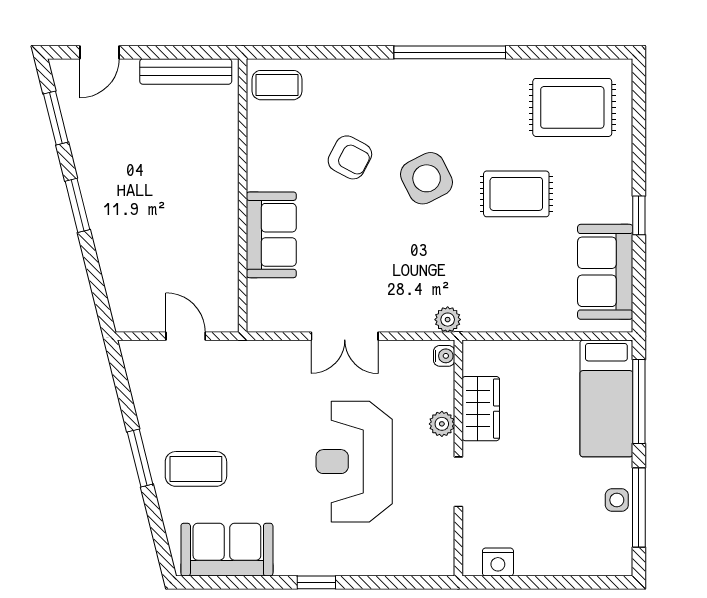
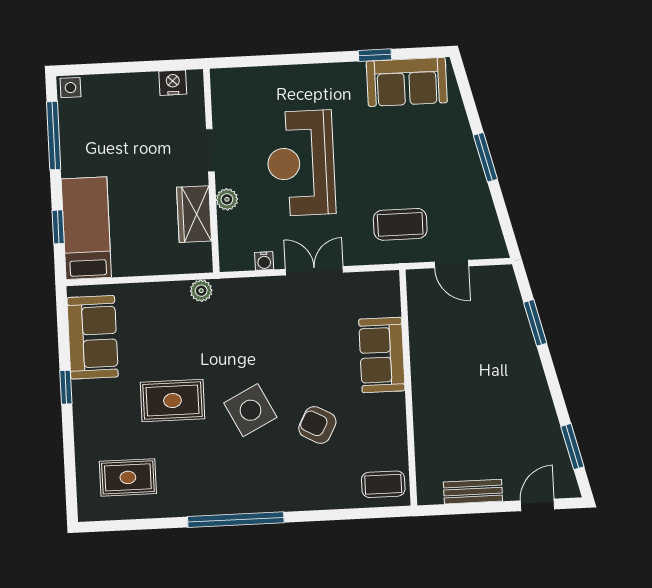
bench: (186, 72) -> (473, 492), width x0.73
rug: (572, 107) -> (128, 477), width x0.73, depth x0.70
window: (77, 205) -> (535, 323), moved
plant: (448, 320) -> (201, 291), moved
water cooler: (444, 356) -> (264, 261), moved, turned -90
window: (639, 402) -> (58, 227), width x0.46
reception desk: (354, 462) -> (301, 163), turned 180
coffee table: (196, 469) -> (400, 224), moved
side table: (617, 500) -> (70, 88), moved
window: (316, 582) -> (375, 55), moved

